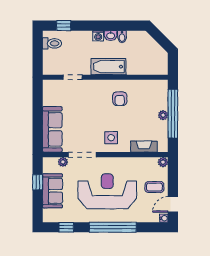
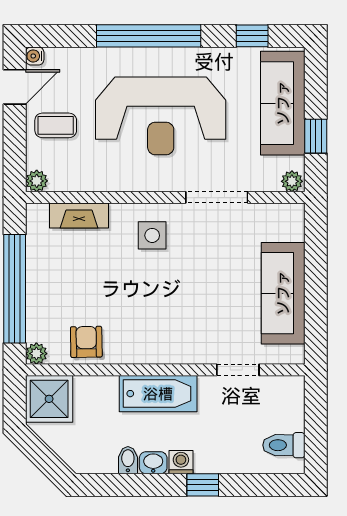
window: (64, 26) -> (203, 485), moved
shower: (157, 64) -> (49, 399), added
armchair: (120, 99) -> (86, 342), moved
plant: (163, 115) -> (36, 354), moved
sofa: (52, 129) -> (283, 293), moved
plant: (63, 162) -> (292, 181), moved
sofa: (52, 191) -> (283, 103), width x1.36

